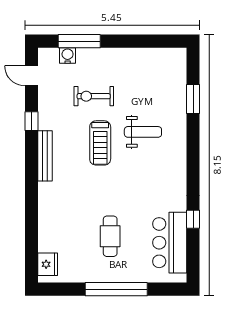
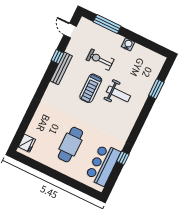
water cooler: (68, 55) -> (128, 44), moved
bench: (45, 156) -> (61, 68), moved
cafe table: (110, 236) -> (71, 145), width x1.37, depth x1.35
window: (116, 289) -> (59, 177), removed

